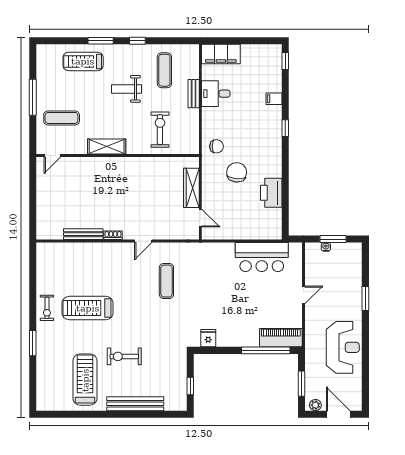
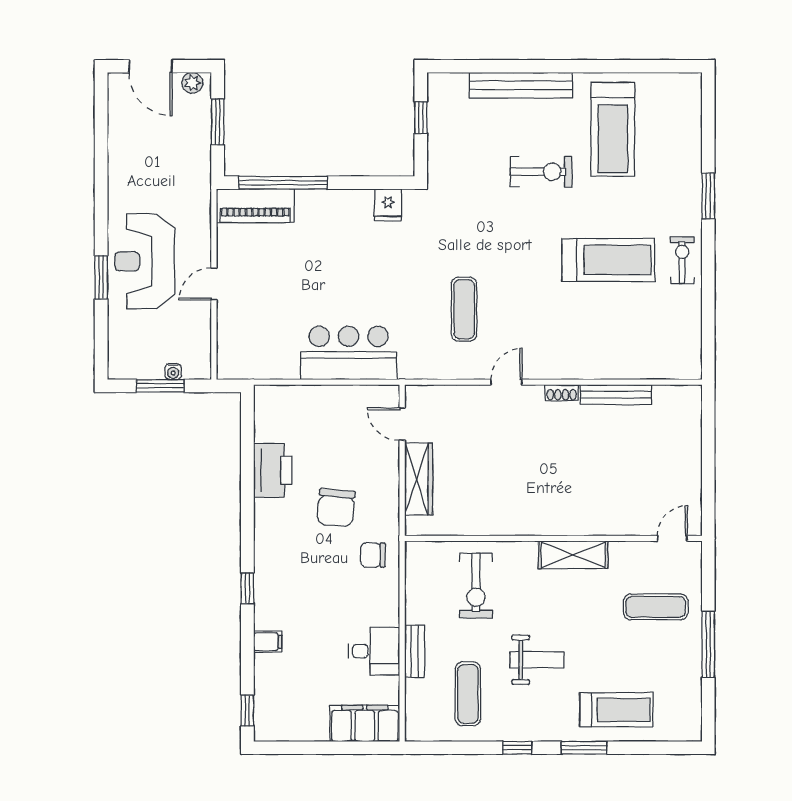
bar counter: (262, 257) -> (348, 353), moved
reception desk: (343, 347) -> (145, 261), moved

